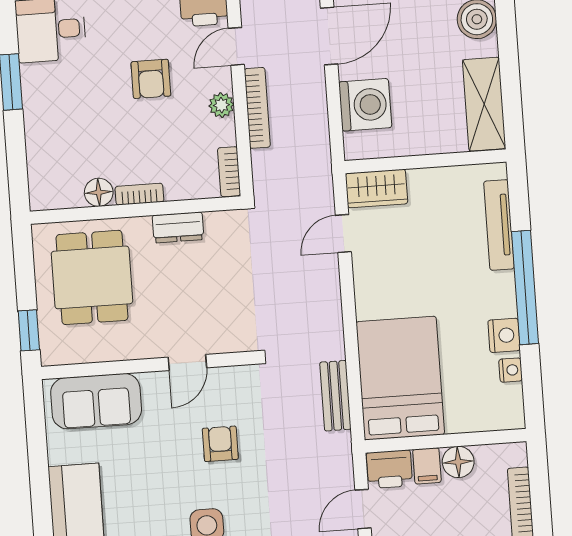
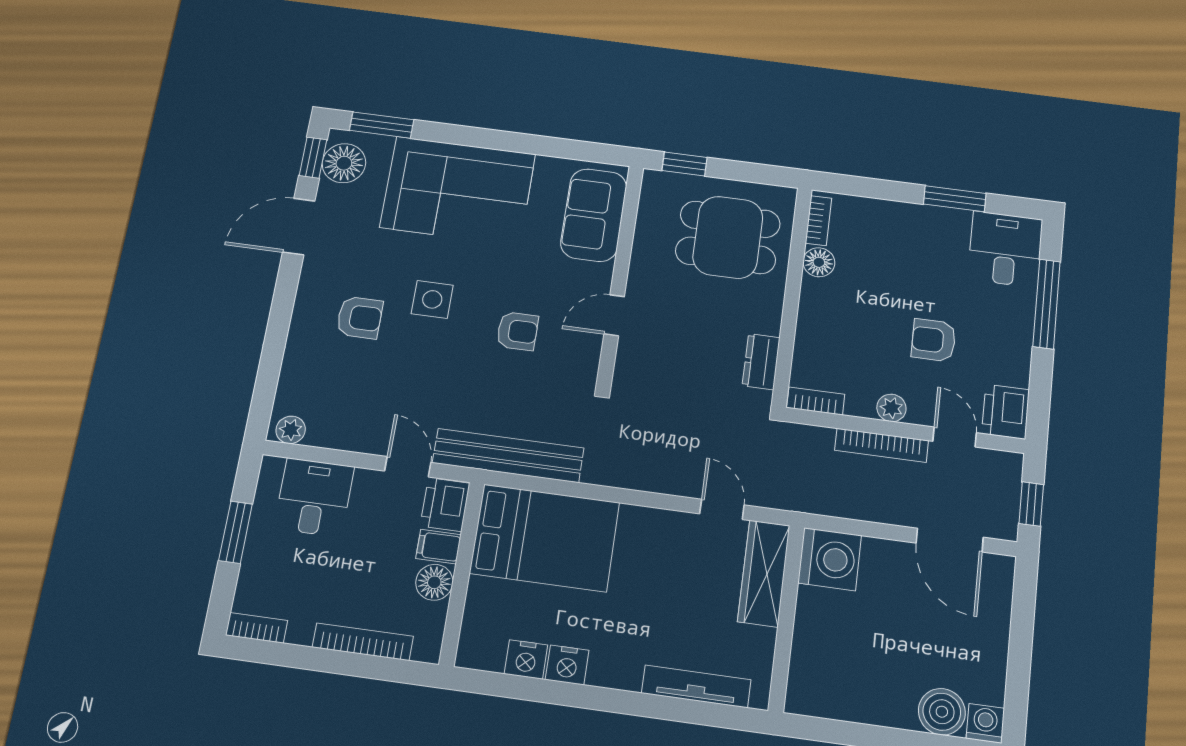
shelving: (484, 104) -> (841, 699), removed
washing machine: (365, 105) -> (830, 559), moved, turned -90
wardrobe: (376, 189) -> (764, 573), width x1.50
bookcase: (139, 194) -> (818, 221), moved
dresser: (178, 227) -> (761, 362), moved
window: (525, 288) -> (617, 701), removed
door: (187, 362) -> (614, 315), hinge flipped
nightstand: (511, 370) -> (526, 659), width x1.39, depth x1.35
bench: (335, 396) -> (508, 455), width x1.86, depth x1.21

